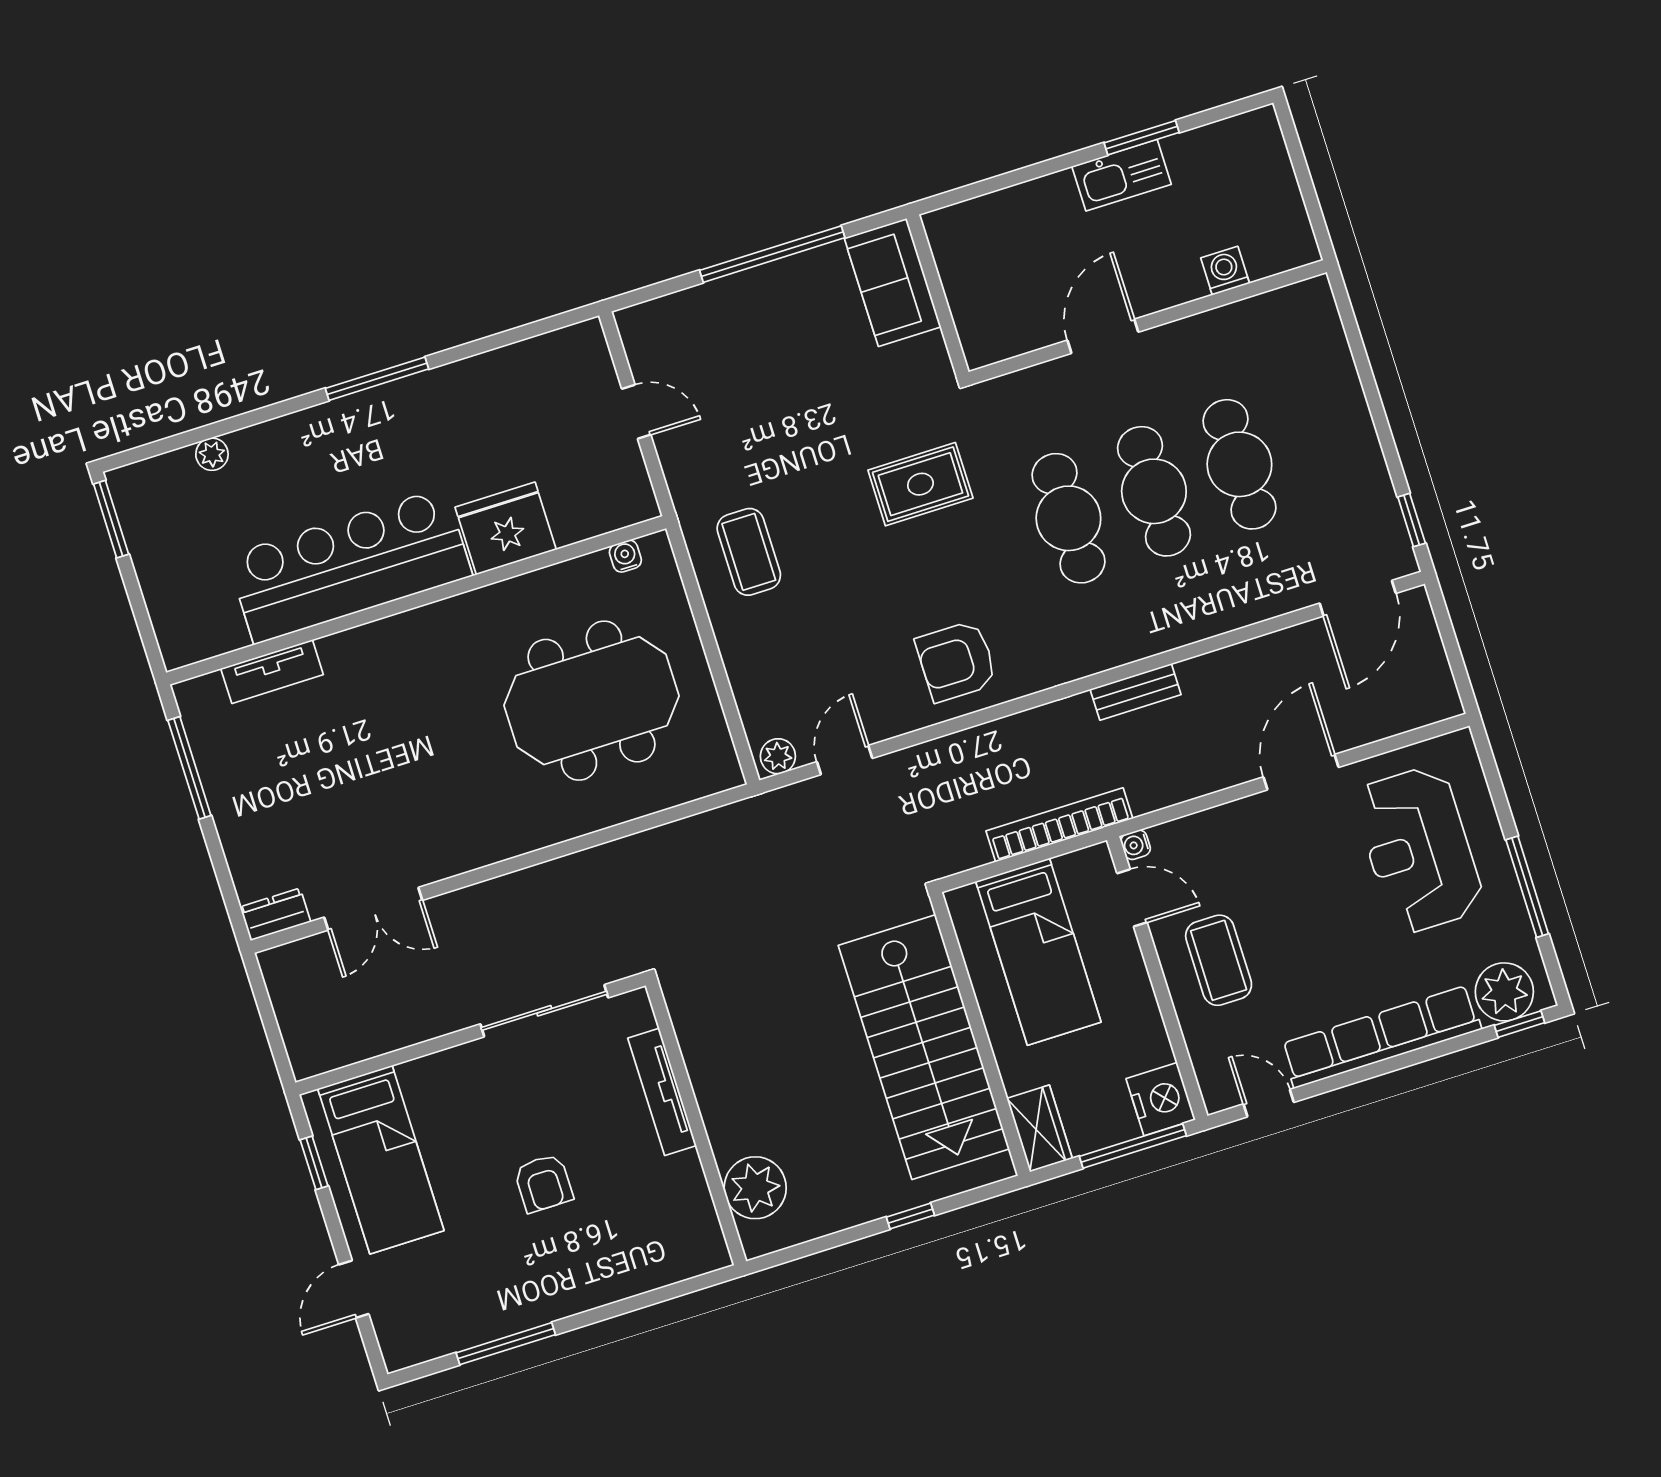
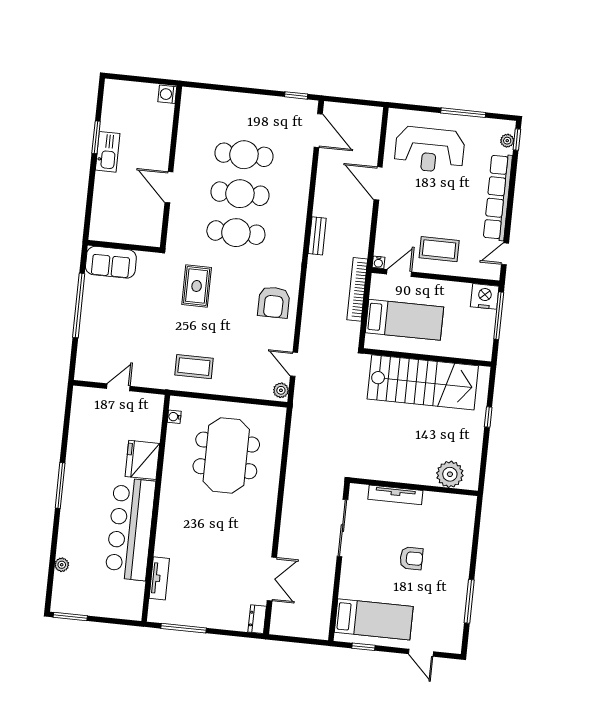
washing machine: (1225, 271) -> (167, 94), moved
plant: (1504, 992) -> (507, 141), width x0.53, depth x0.53
wardrobe: (1040, 1128) -> (475, 350), removed

